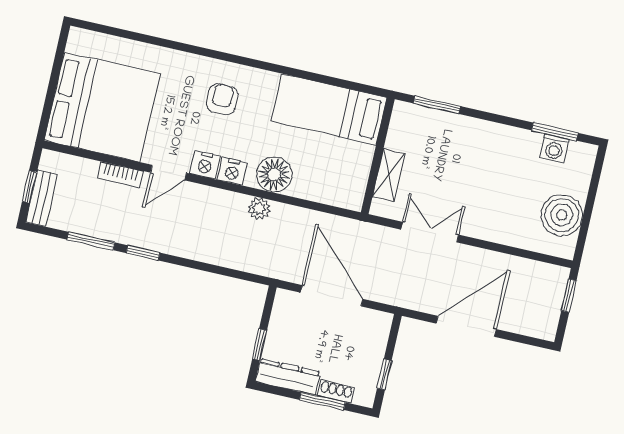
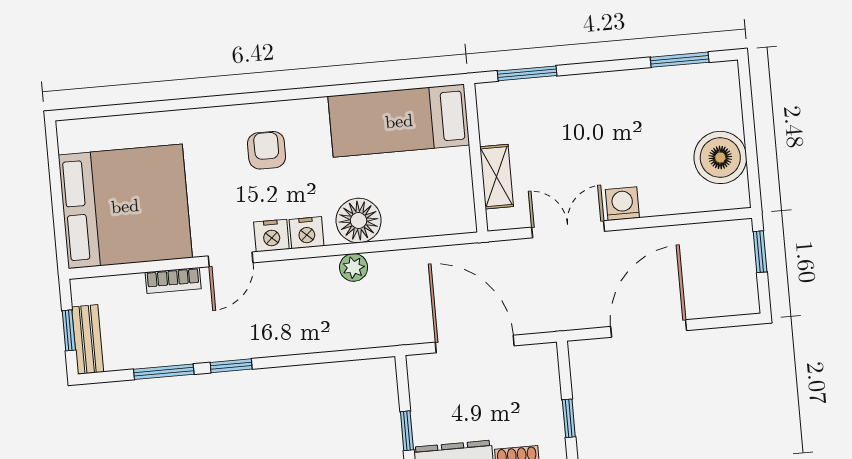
washing machine: (554, 148) -> (622, 204), moved, turned 180

